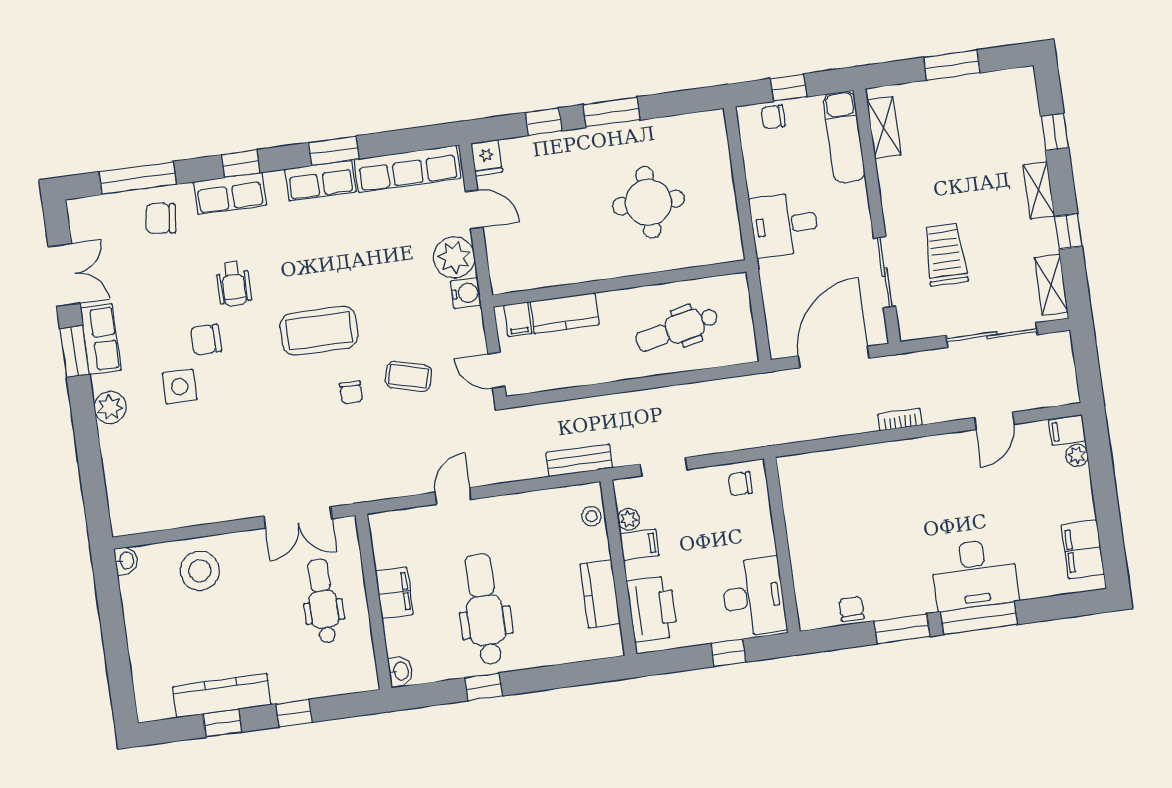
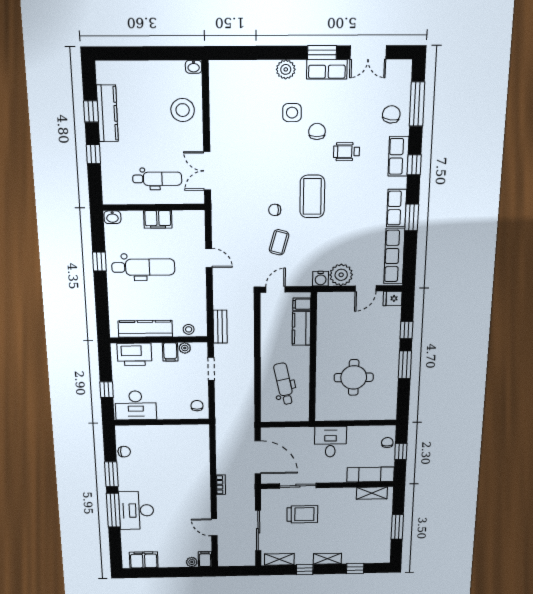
kitchen counter: (600, 594) -> (145, 329), width x1.50

